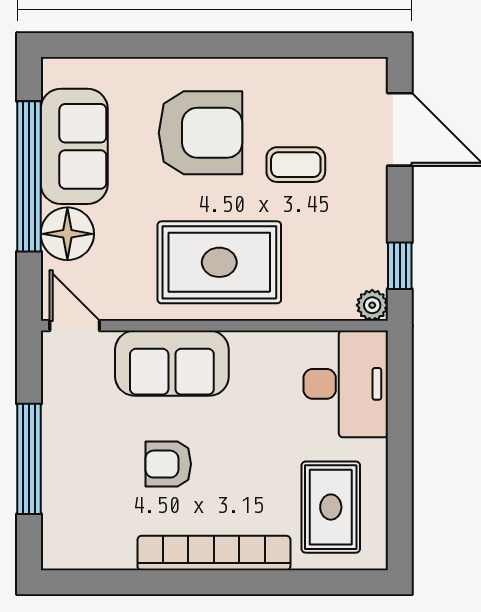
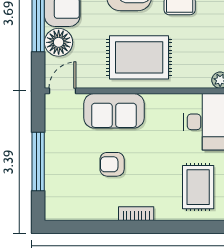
door: (75, 326) -> (62, 91), hinge flipped
bookcase: (214, 553) -> (136, 214), width x0.43, depth x0.76

